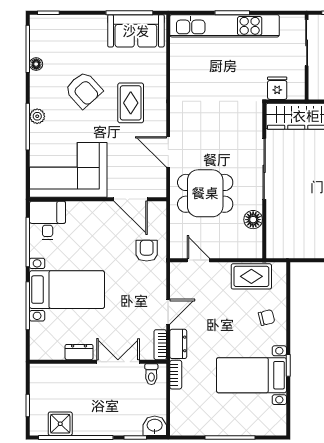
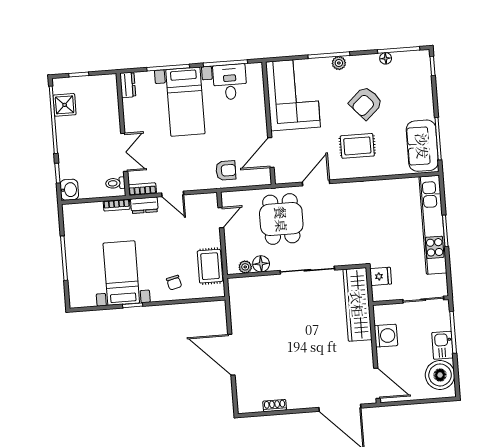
desk: (48, 220) -> (230, 82), moved, turned -90
plant: (255, 237) -> (245, 267), added
dresser: (79, 352) -> (128, 85), moved

